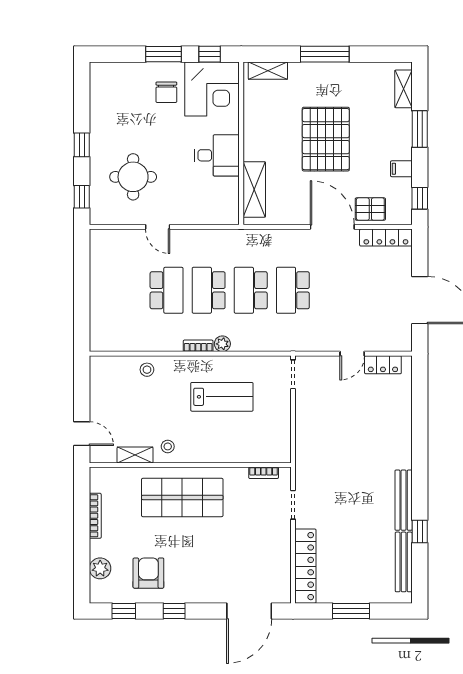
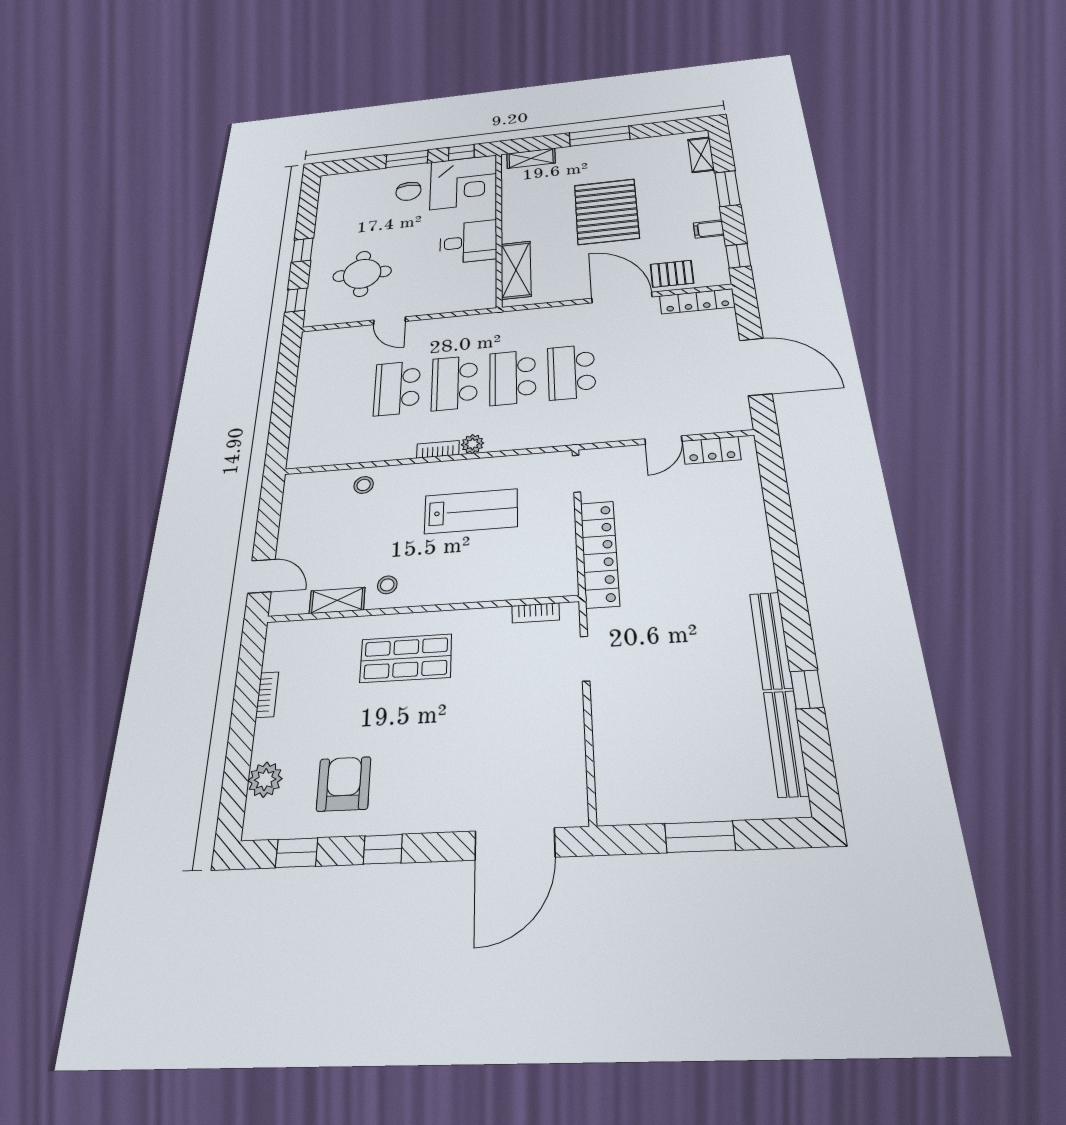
school desk: (167, 290) -> (397, 388), turned 180
shop shelf: (182, 497) -> (406, 658), width x0.70, depth x0.74
bookcase: (95, 516) -> (267, 695), width x0.64
locker: (305, 566) -> (600, 554), moved

